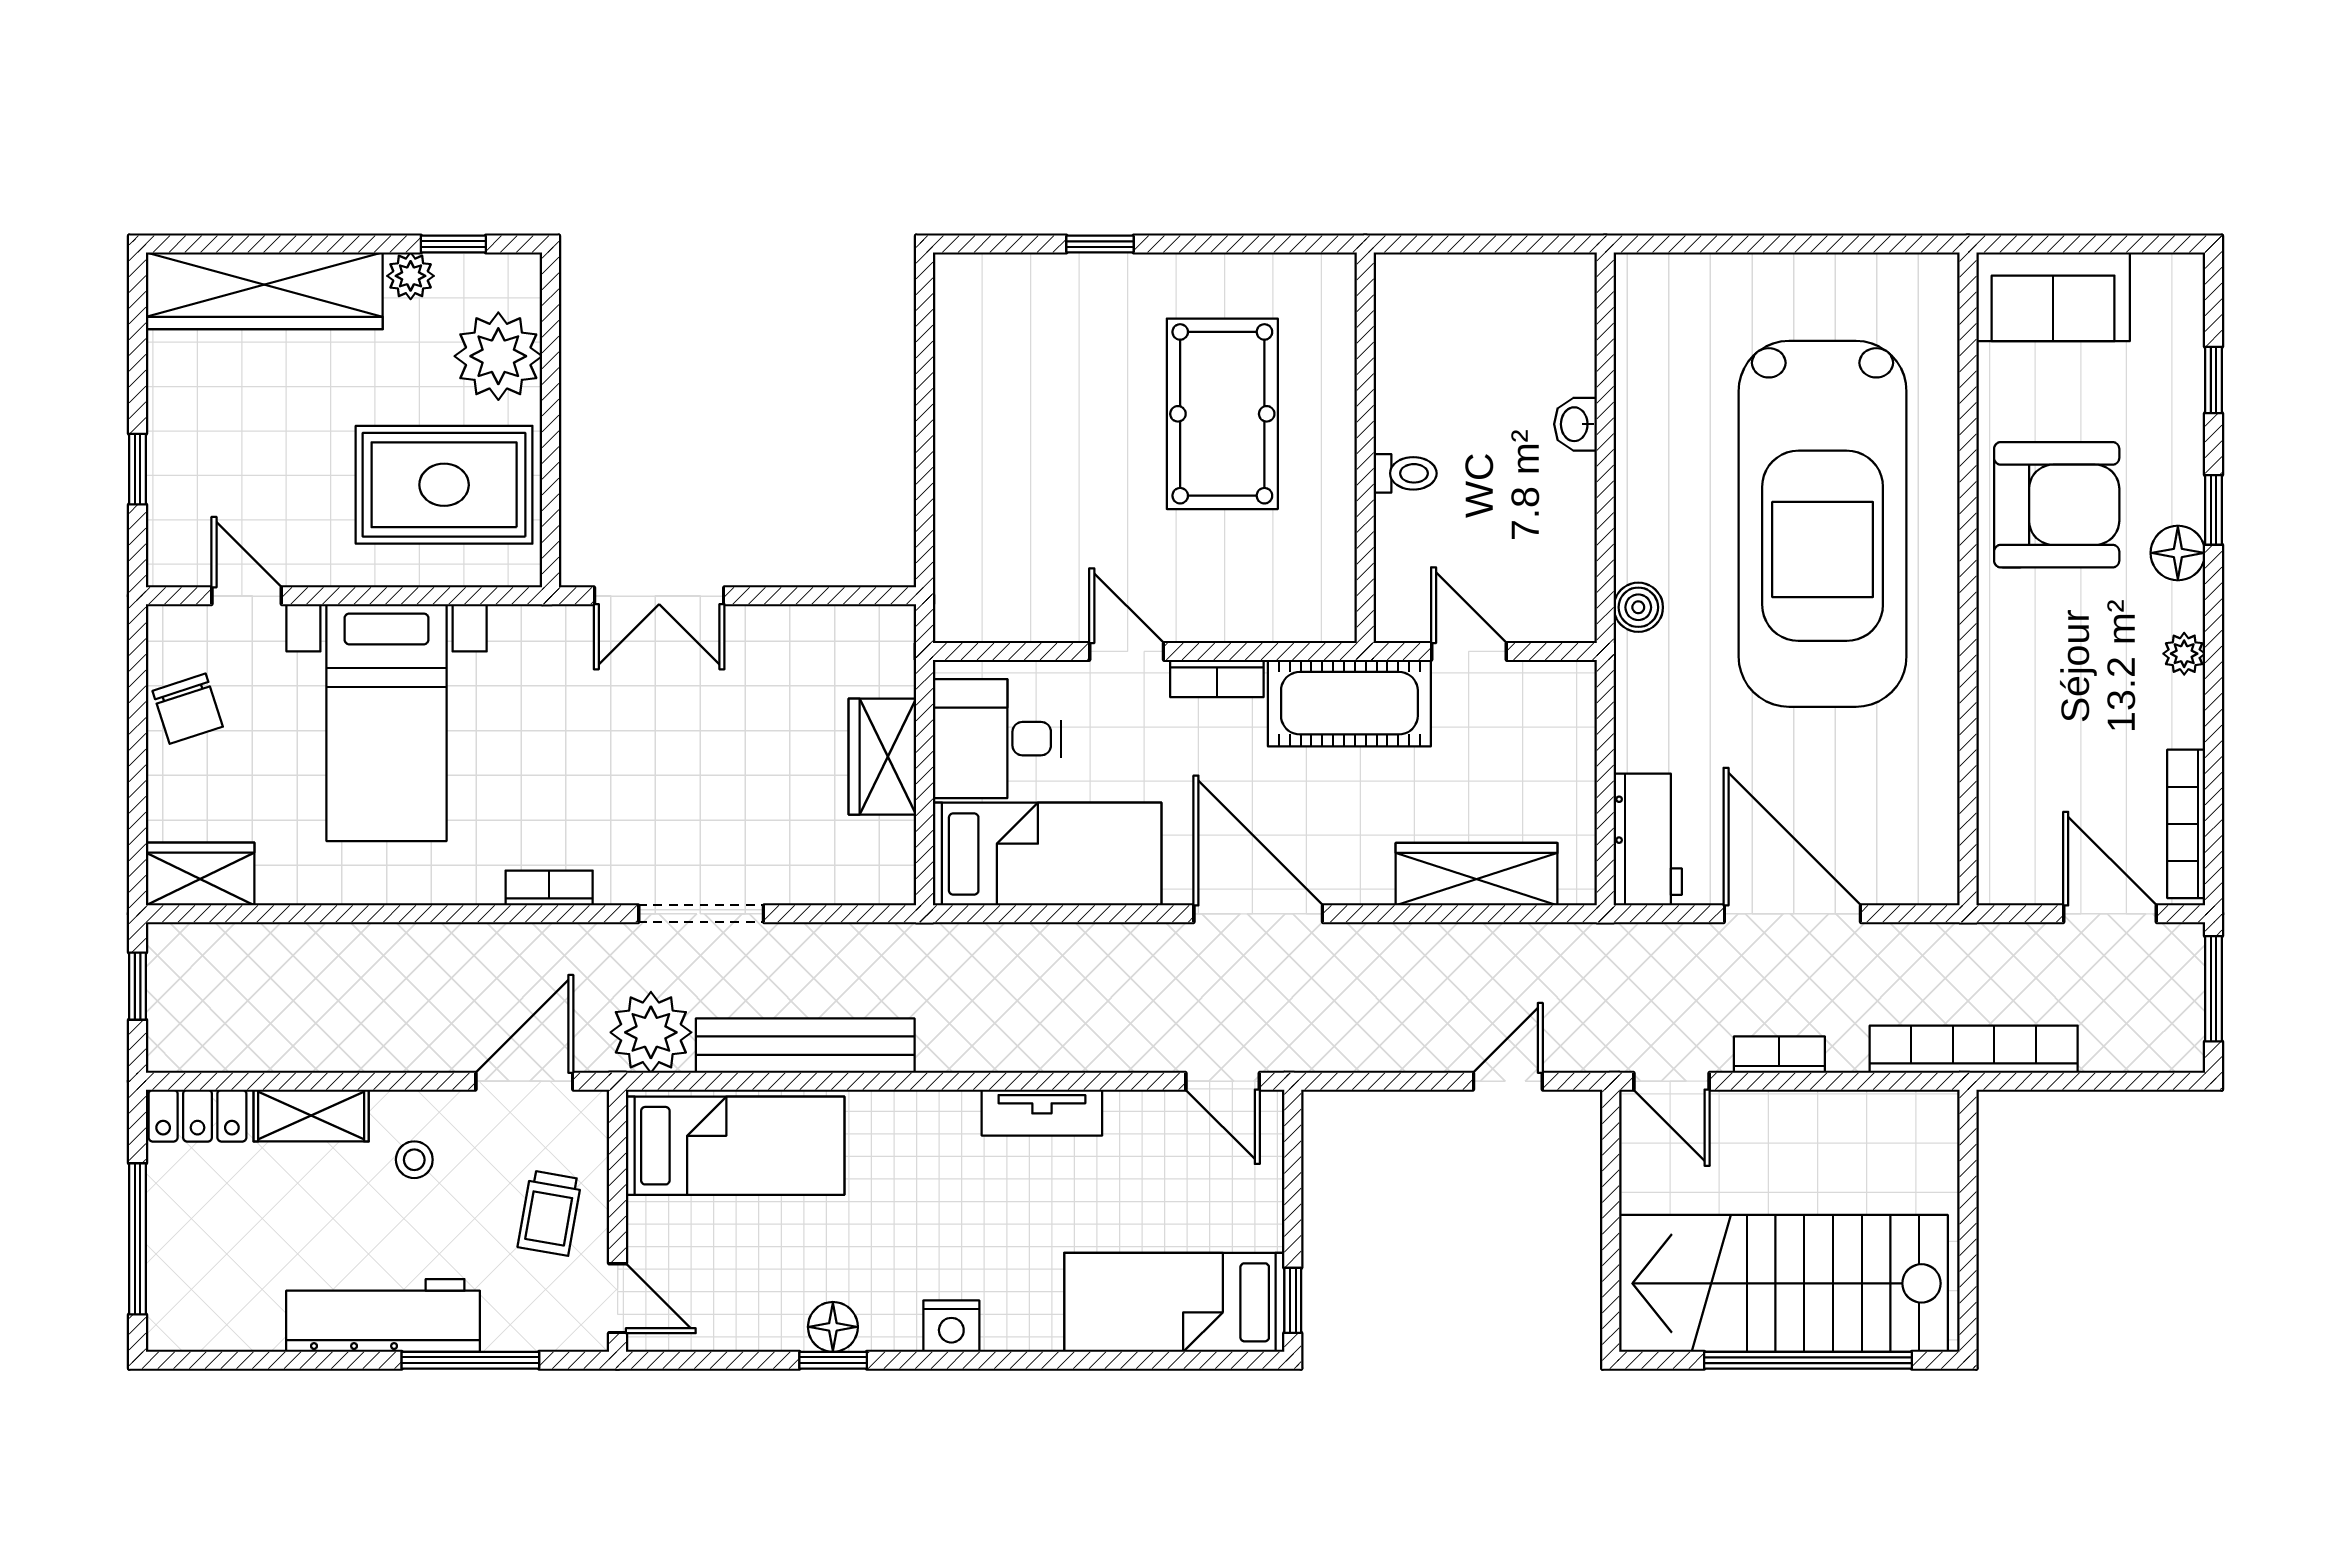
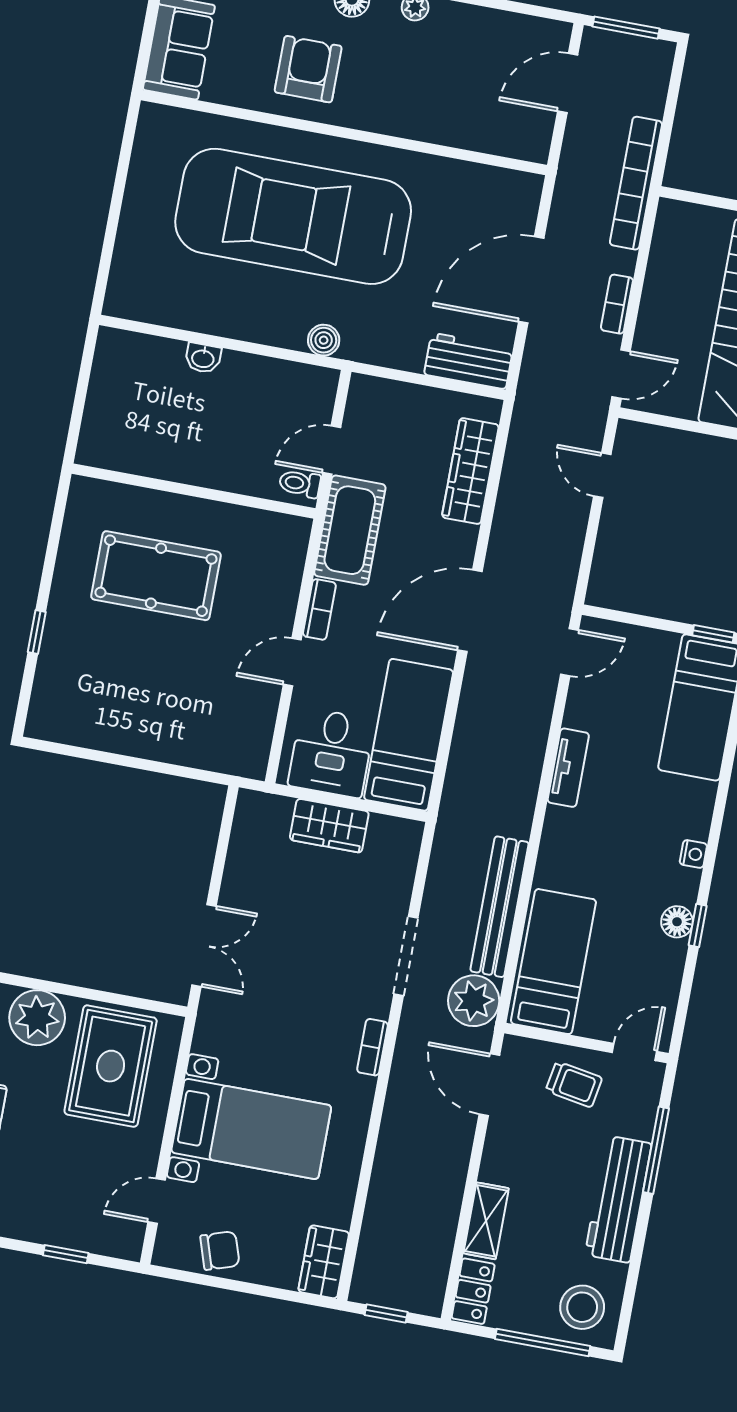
toilet: (1405, 473) -> (300, 484), moved, turned -90
armchair: (2057, 505) -> (308, 69), width x0.73, depth x0.73
car: (1823, 524) -> (293, 216), turned 180
bookcase: (2186, 824) -> (521, 26), removed
stool: (414, 1160) -> (582, 1307), moved, width x1.89, depth x1.89
nightstand: (951, 1326) -> (693, 854), width x0.72, depth x0.74

